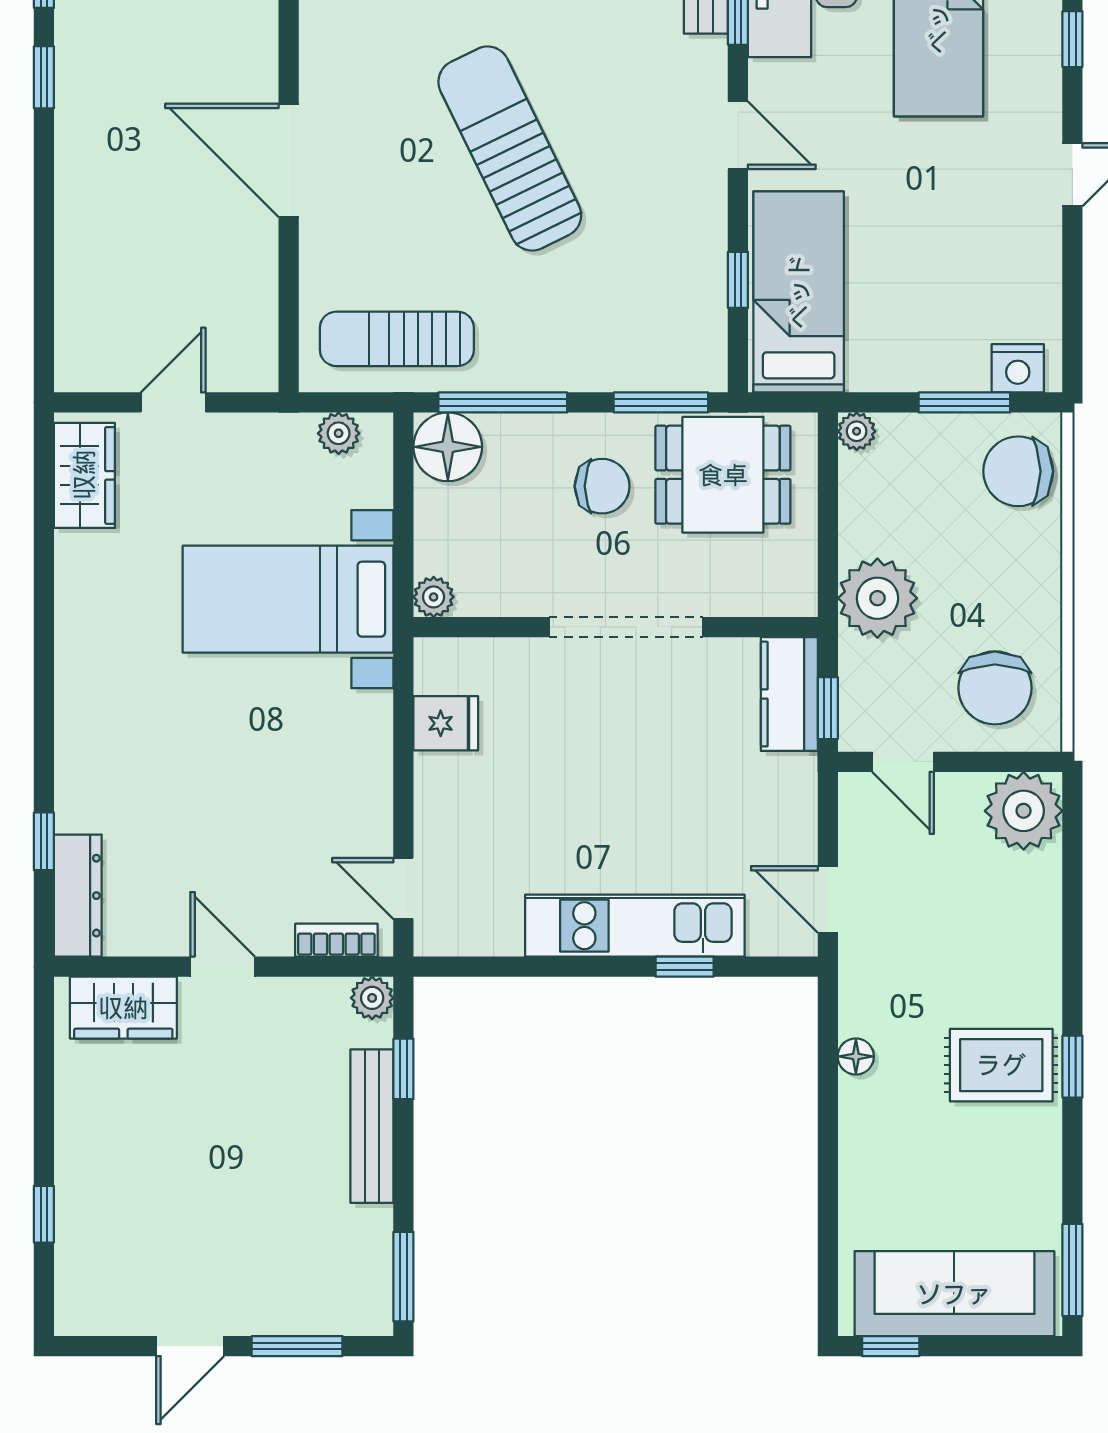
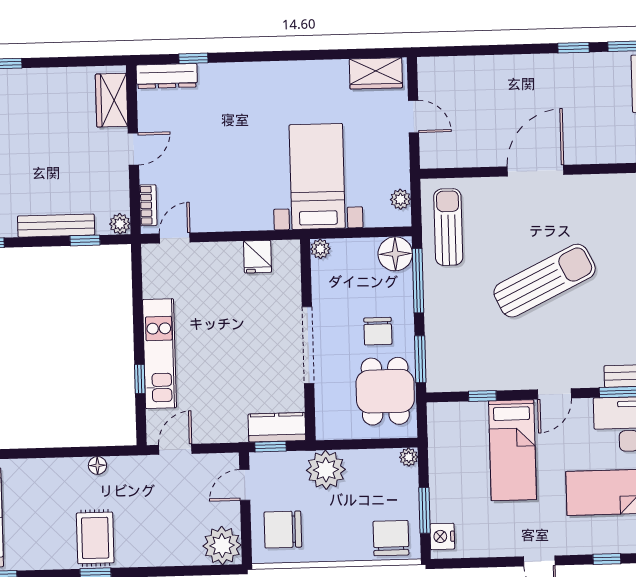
bed: (799, 292) -> (512, 450), moved, turned 90

